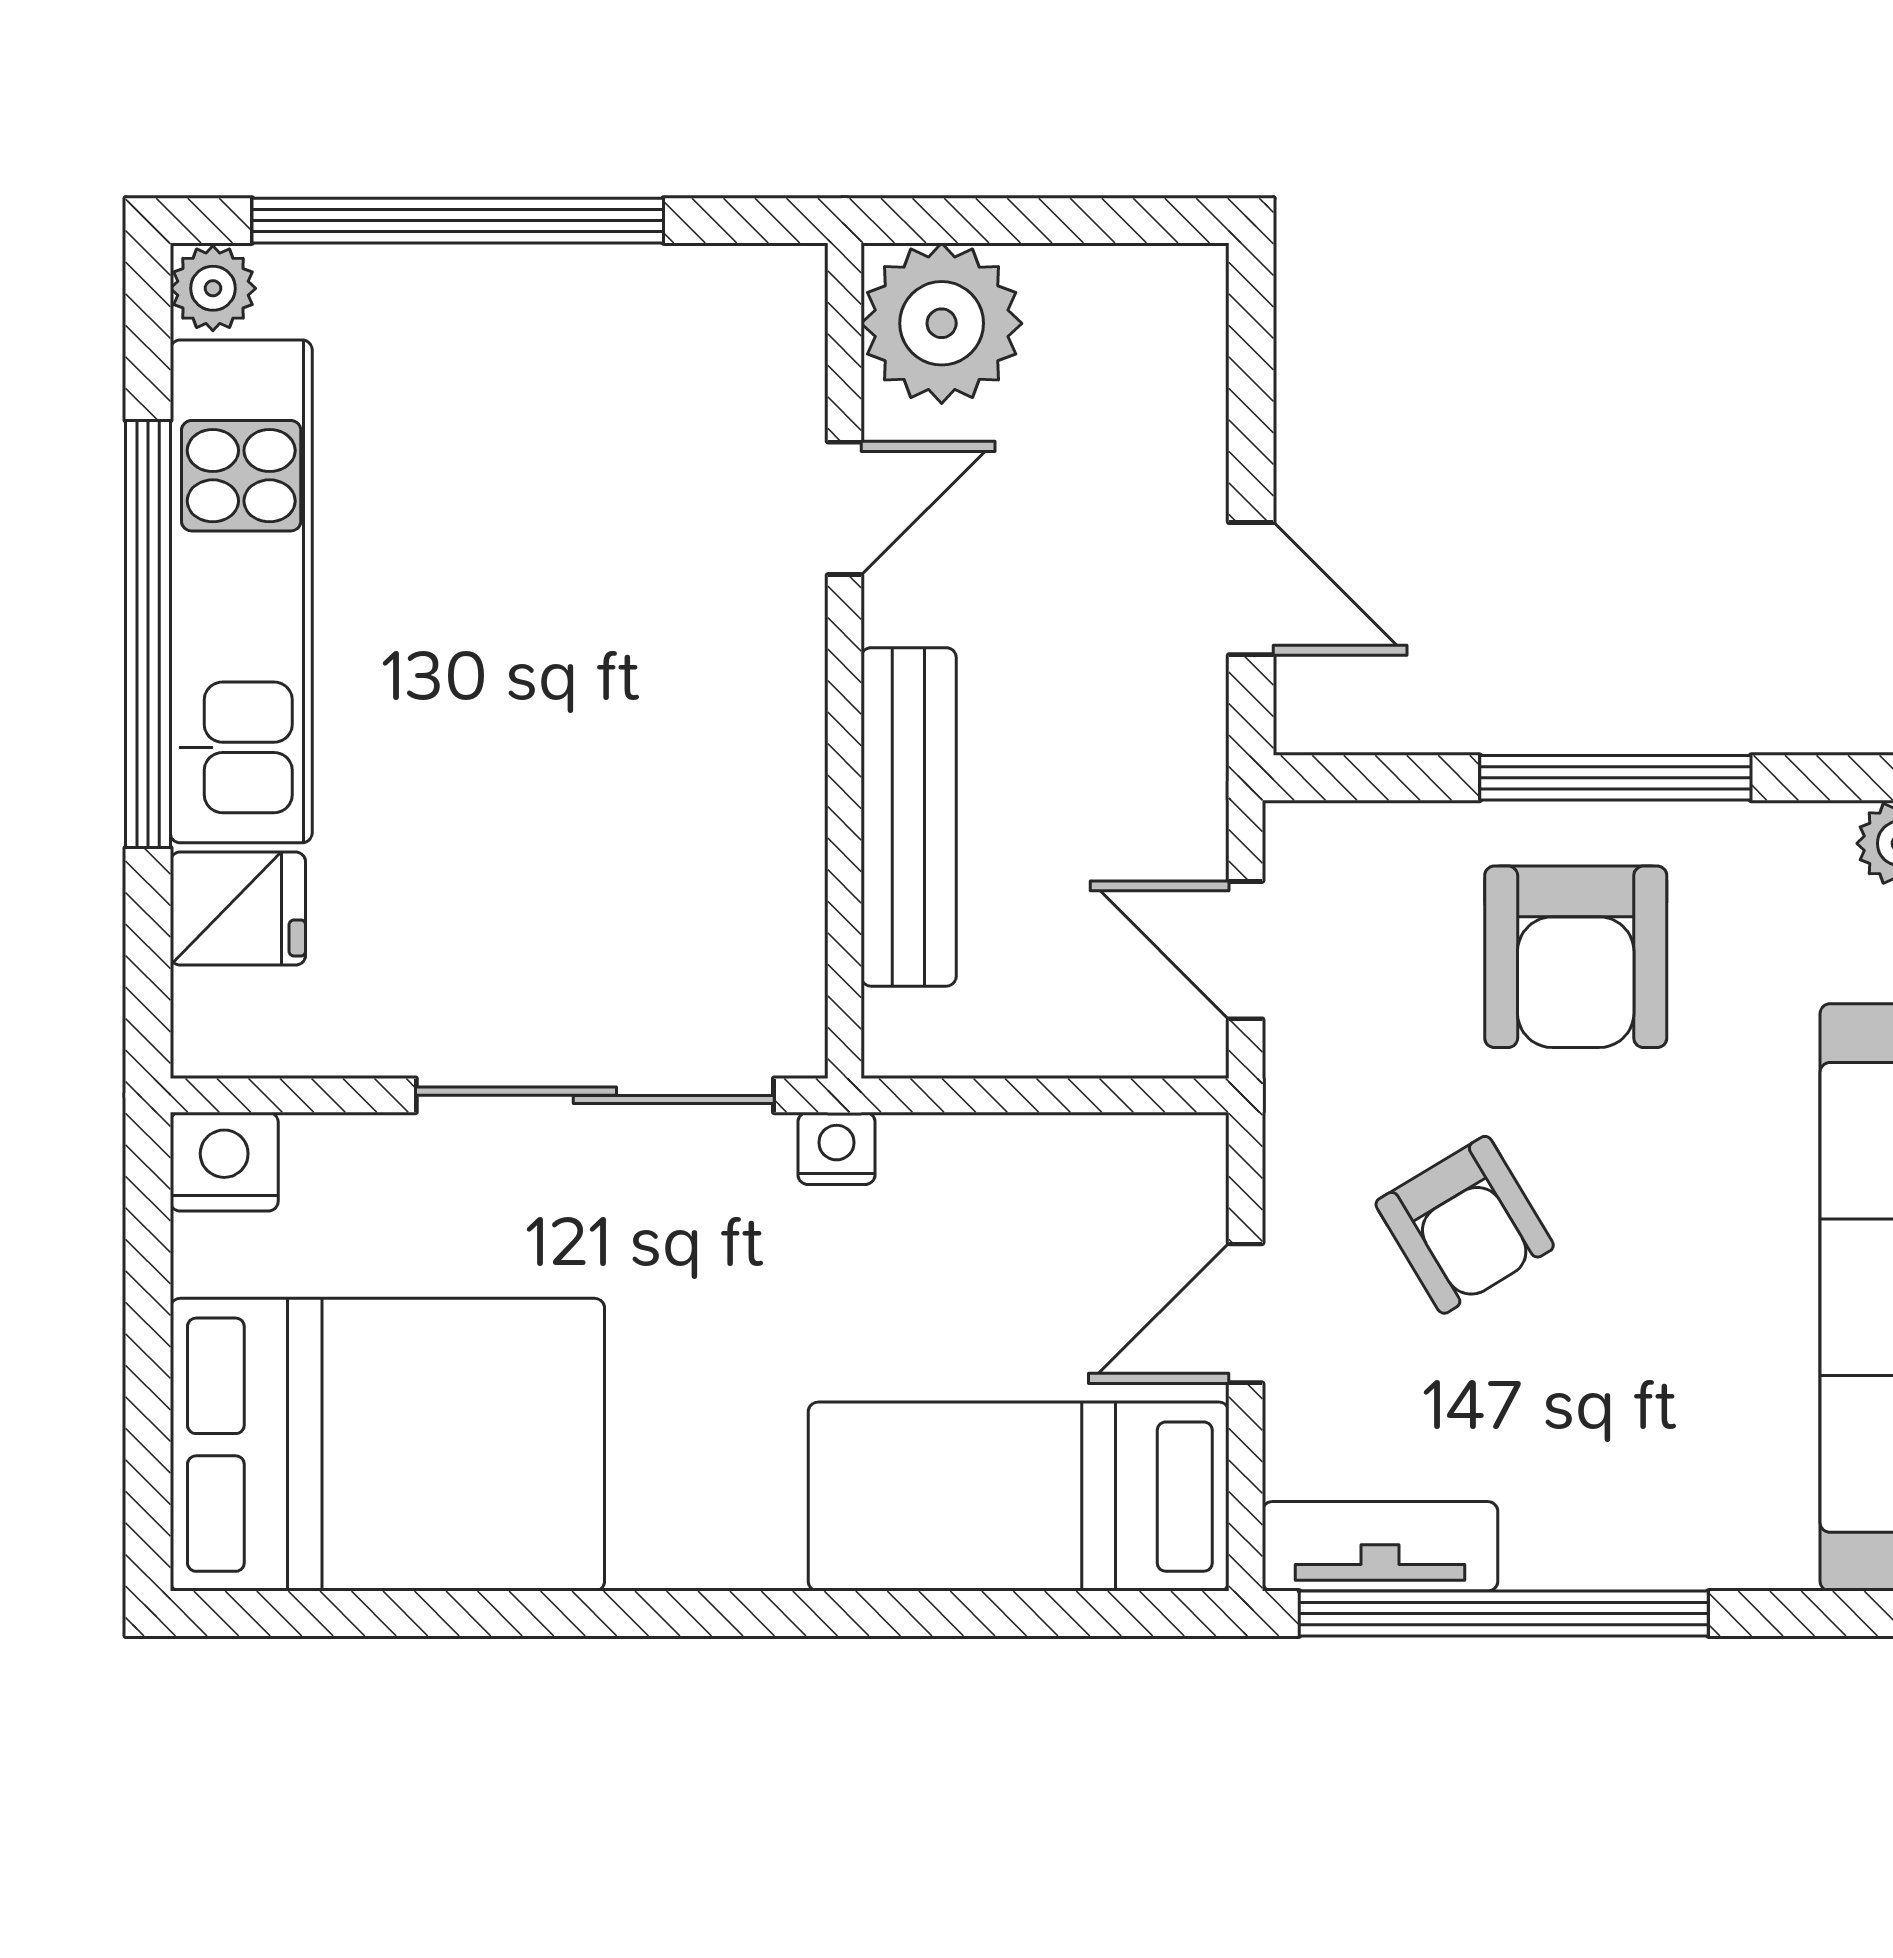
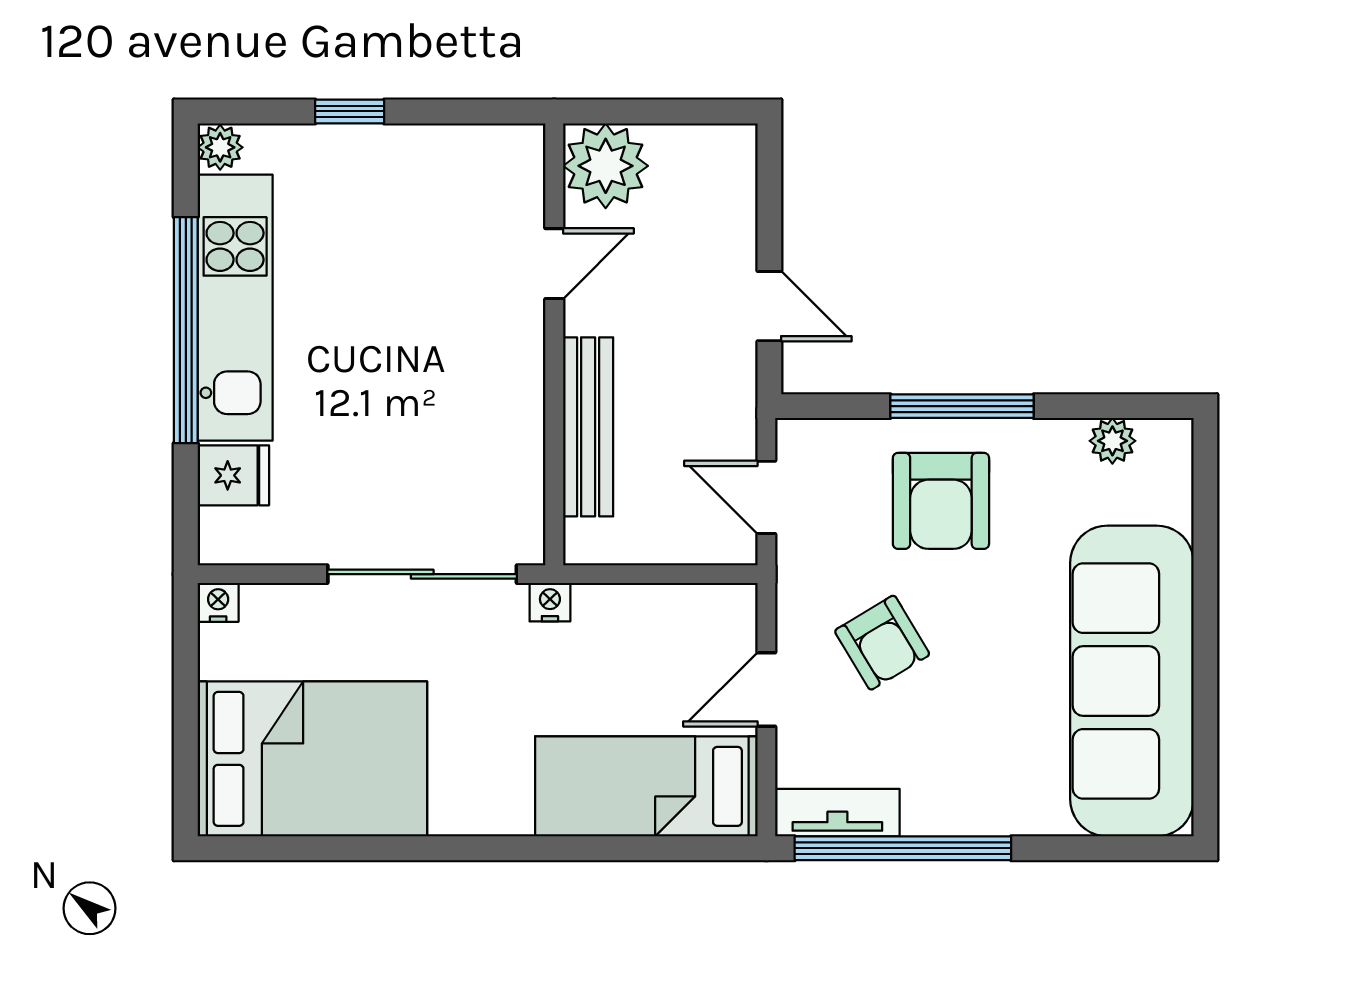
window: (458, 221) -> (350, 111), width x0.32
nightstand: (224, 1162) -> (218, 602), width x0.72, depth x0.74

